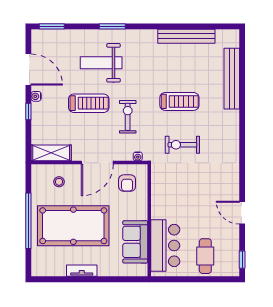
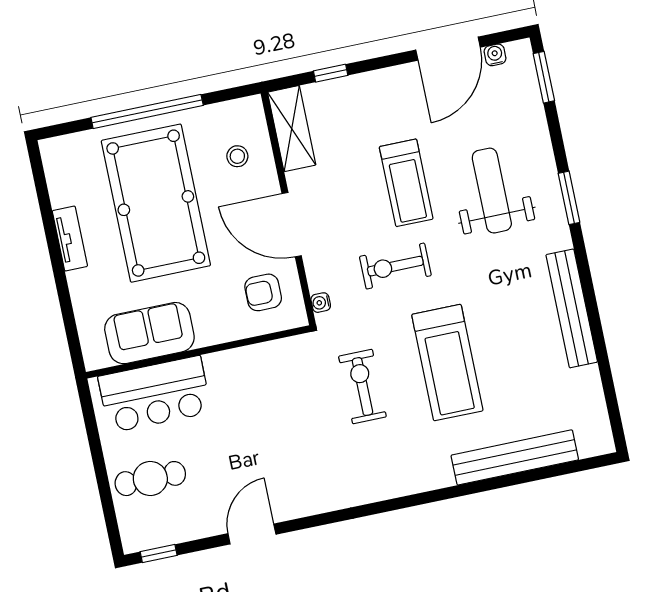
bench: (186, 36) -> (572, 308), moved
water cooler: (36, 96) -> (495, 55), moved
treadmill: (179, 101) -> (447, 363), width x1.37, depth x1.38
window: (28, 111) -> (331, 73), moved
exercise bike: (128, 117) -> (395, 266), turned 180

